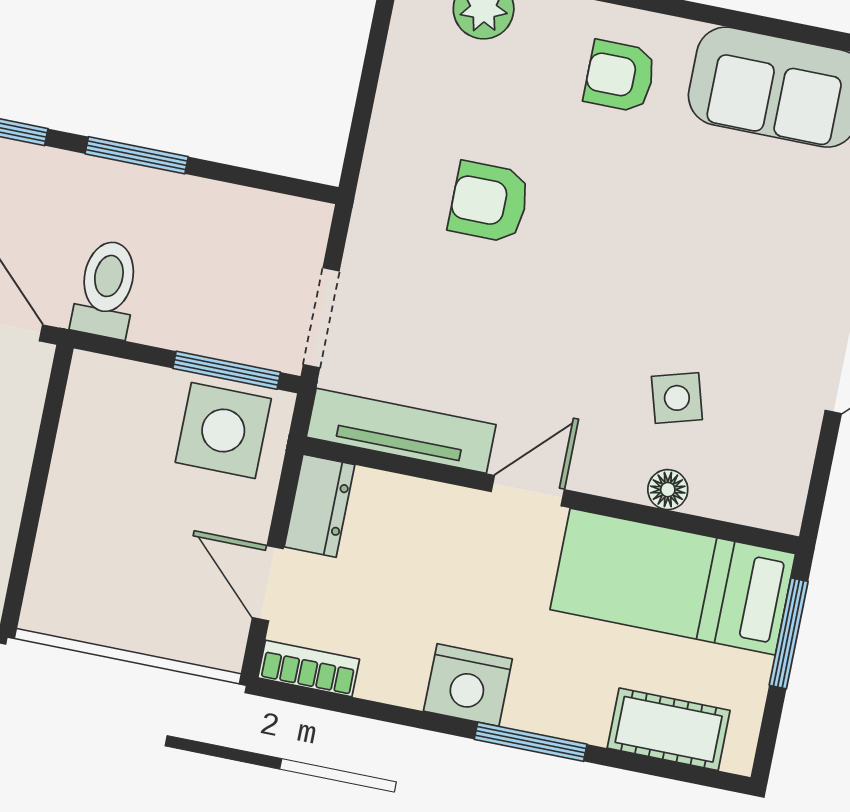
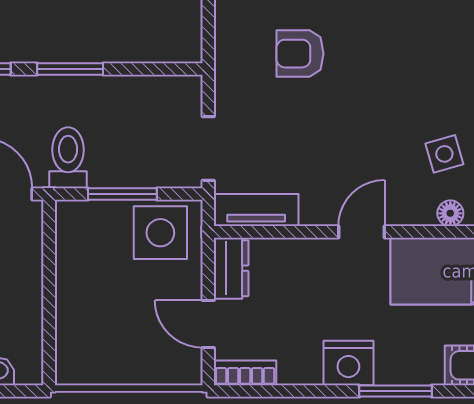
window: (227, 370) -> (122, 194), moved
tv unit: (401, 431) -> (256, 210), width x0.71

